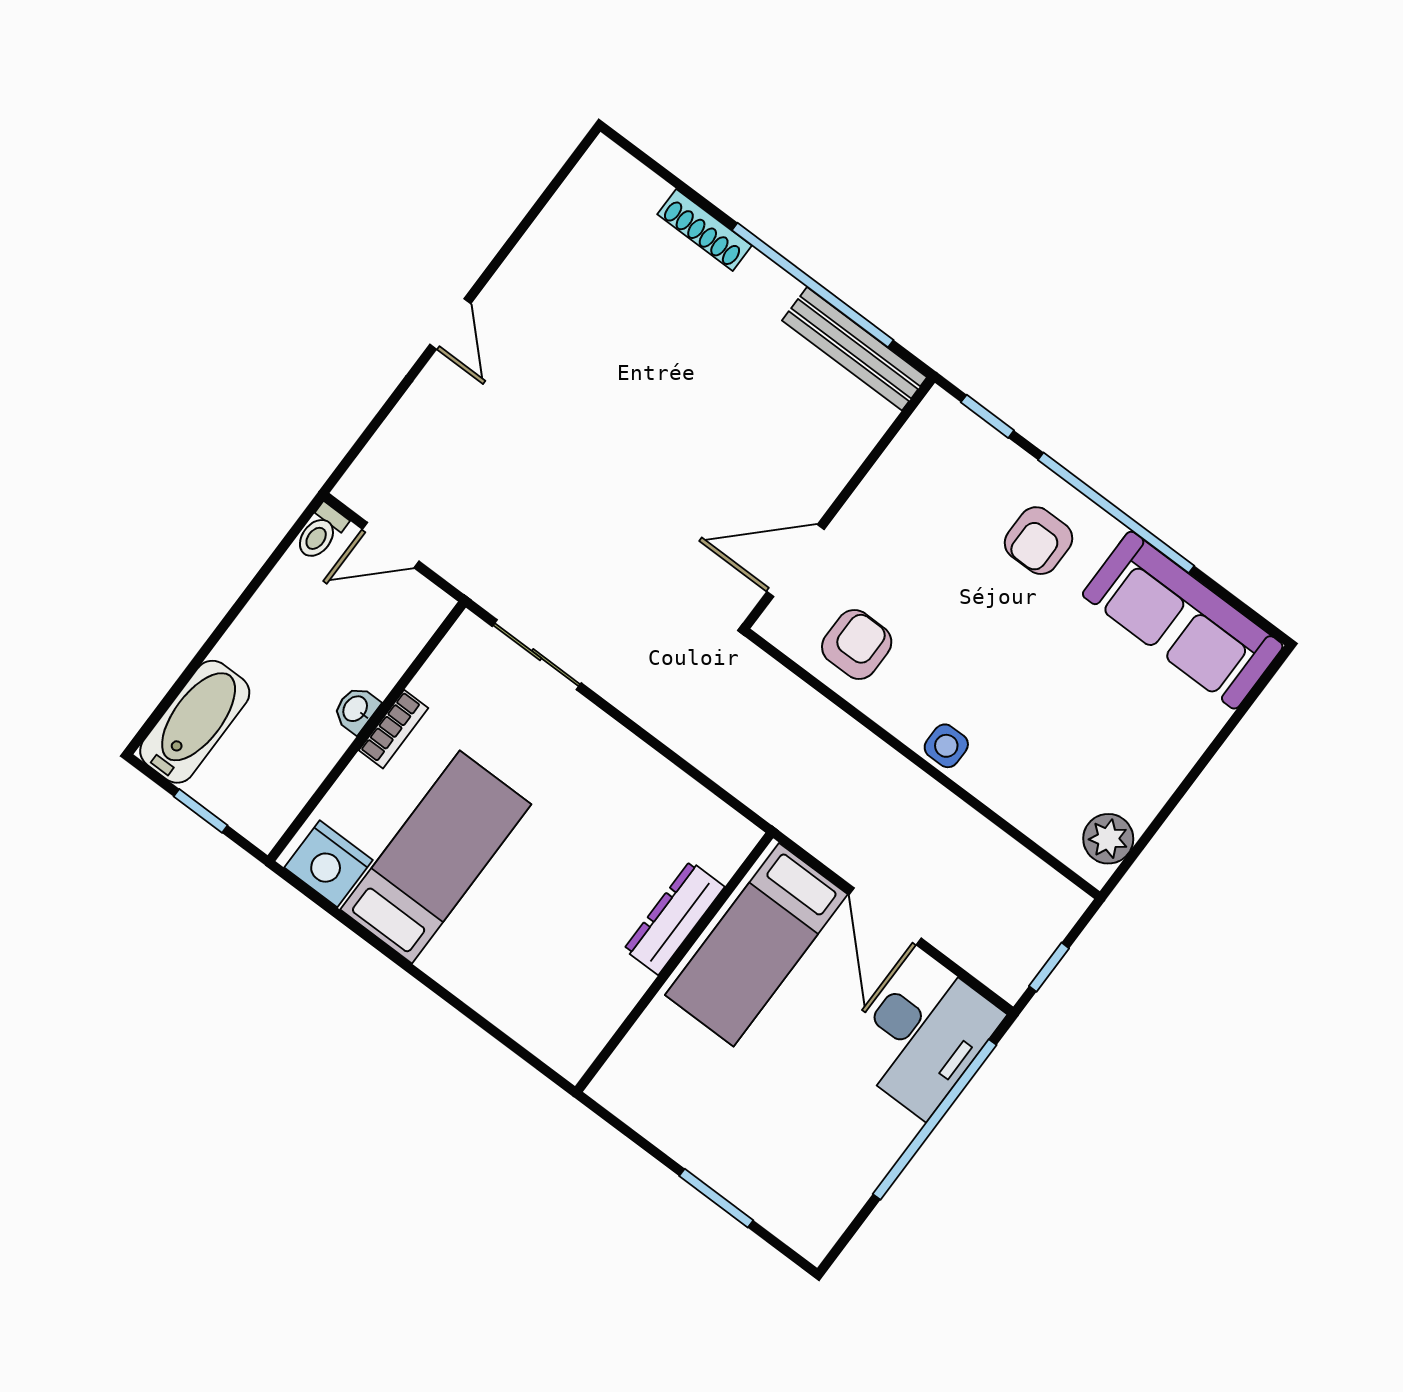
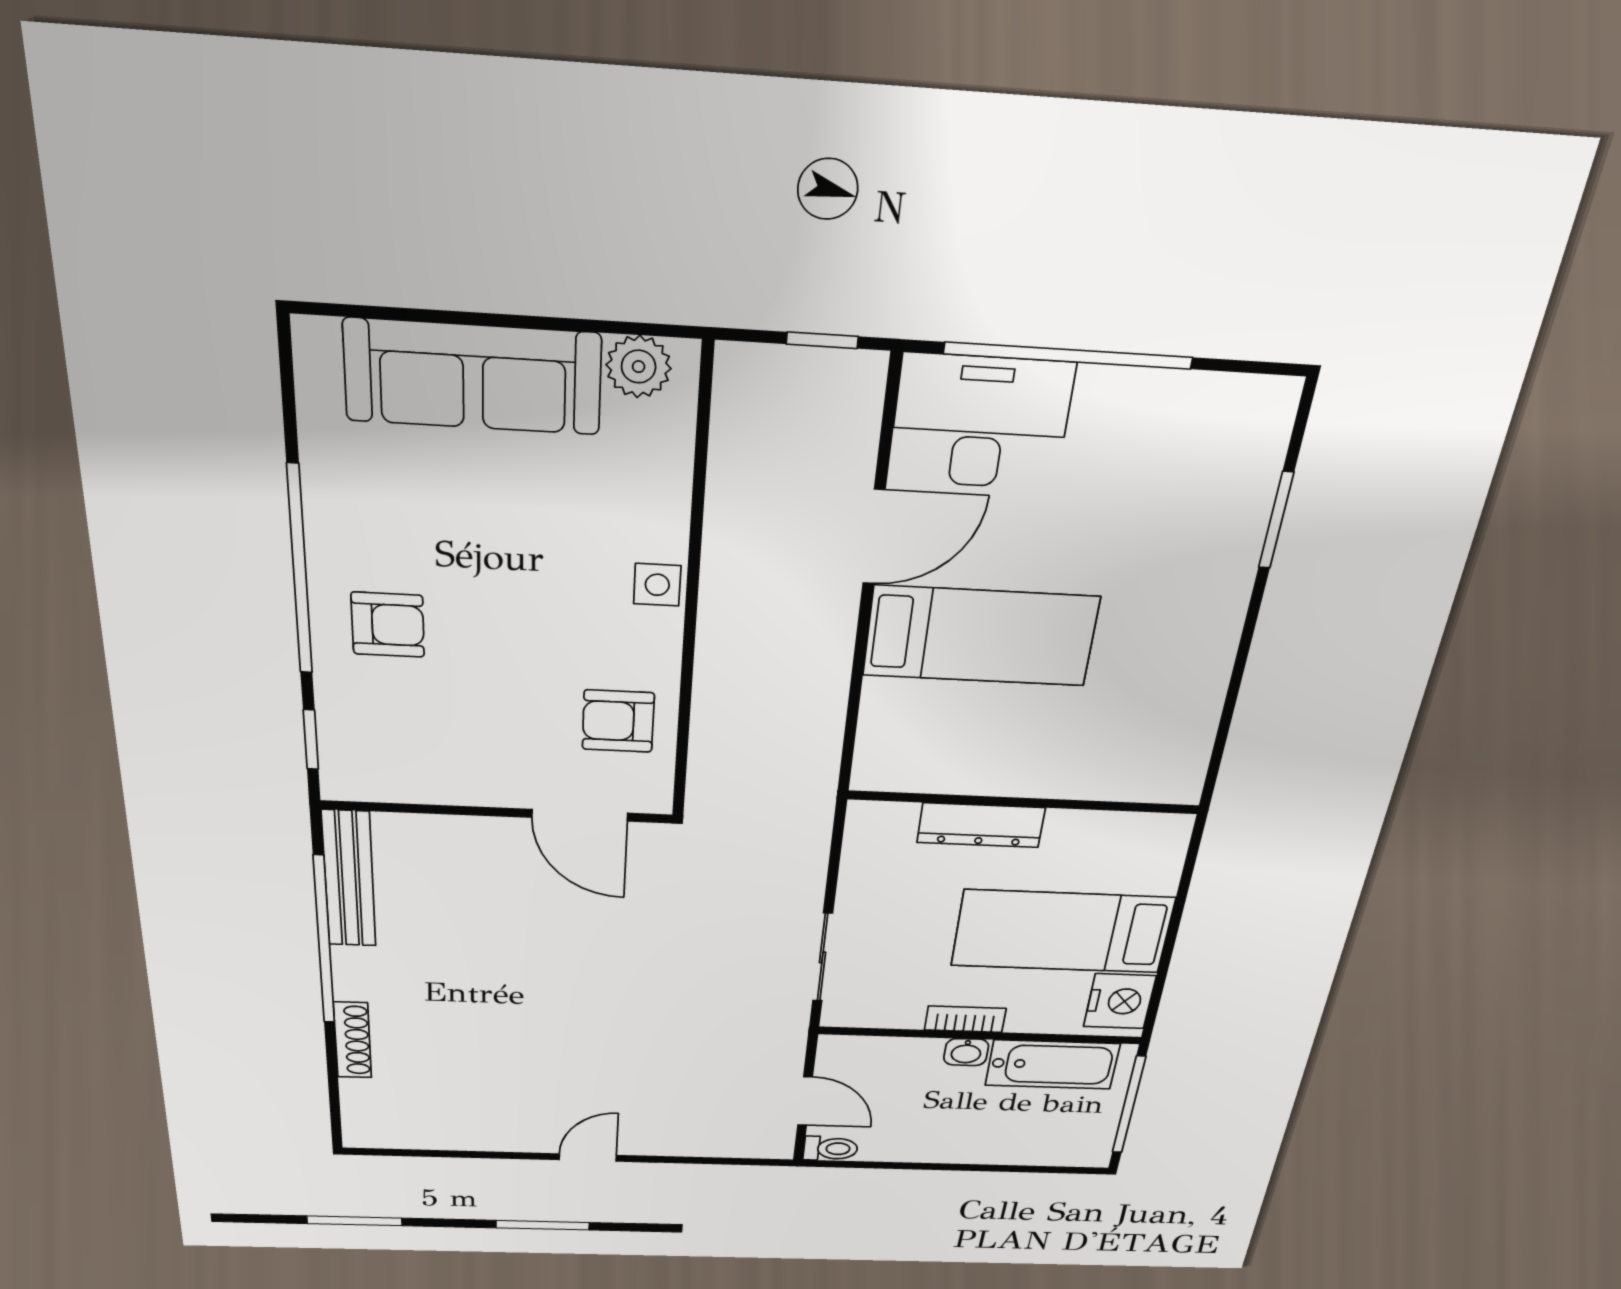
sofa: (1183, 620) -> (473, 377), moved, turned 90
bathtub: (195, 722) -> (1052, 1065), moved, turned 180
window: (201, 811) -> (1129, 1105), width x2.17
dresser: (674, 918) -> (981, 825), moved
wall: (674, 962) -> (1024, 802), moved

